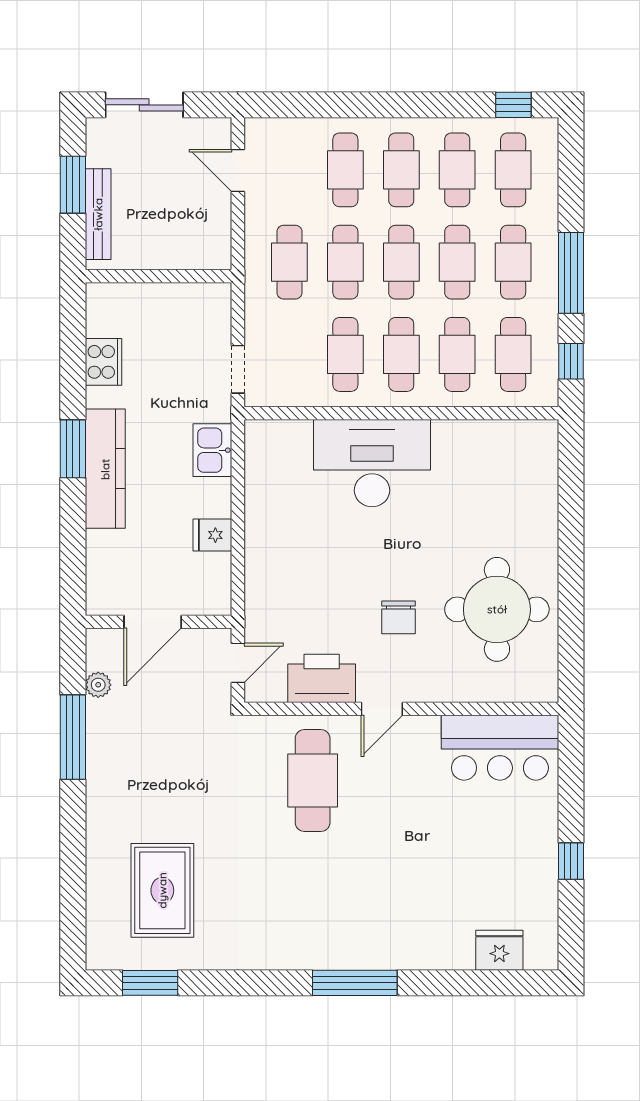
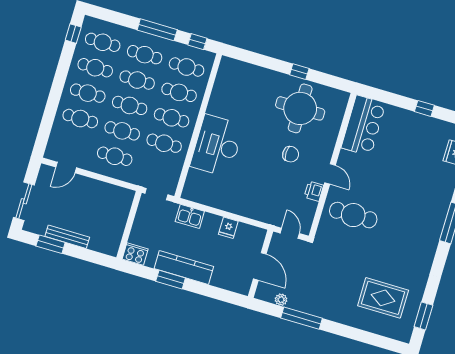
wall: (158, 276) -> (129, 225), moved
window: (571, 586) -> (299, 72), added
printer: (322, 678) -> (314, 191), width x0.53, depth x0.68

